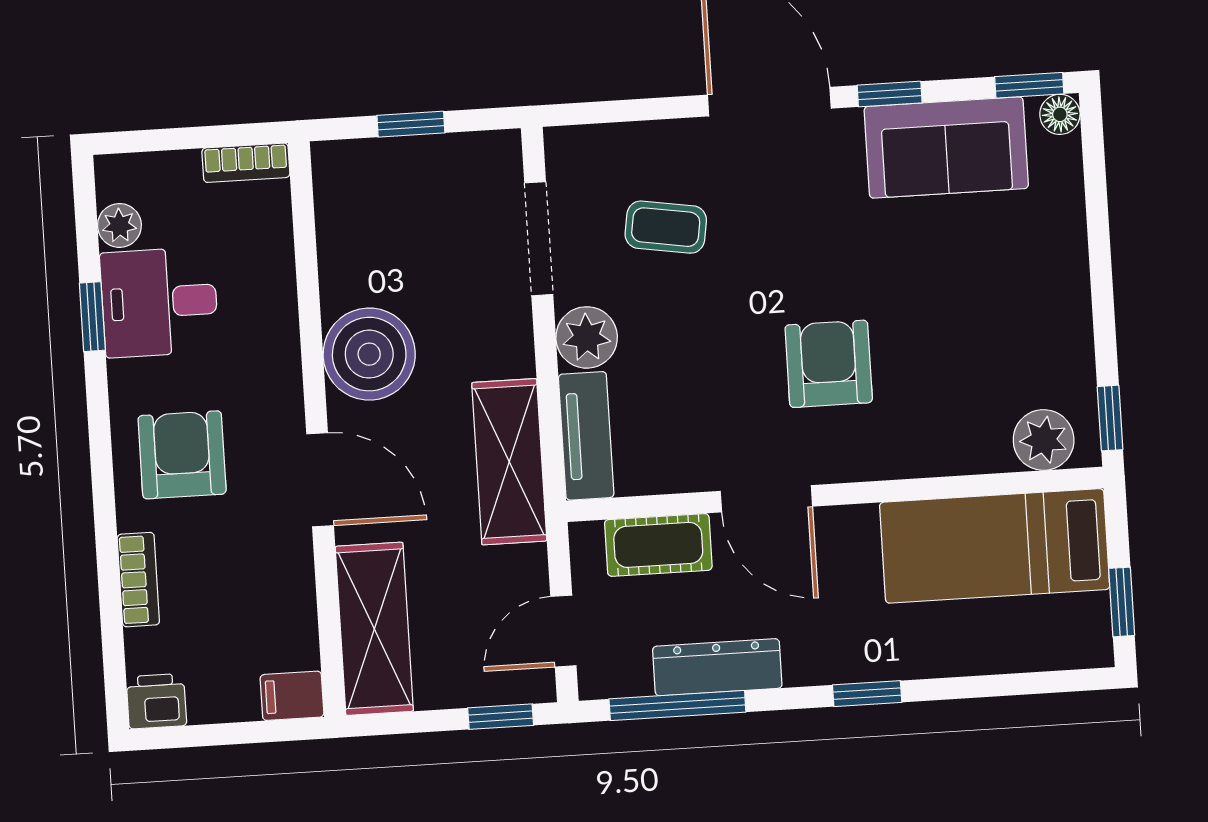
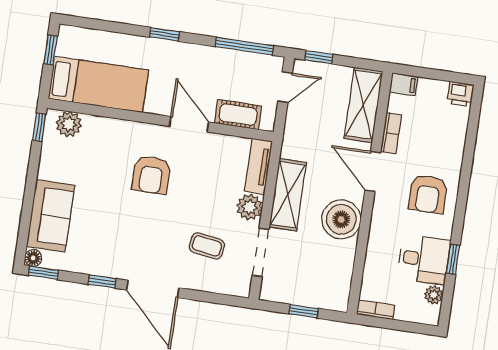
sofa: (946, 147) -> (51, 216), moved, turned 90
shelving: (509, 462) -> (288, 195), moved
bookcase: (138, 580) -> (391, 133), moved, turned 180
dresser: (717, 667) -> (224, 59), removed

